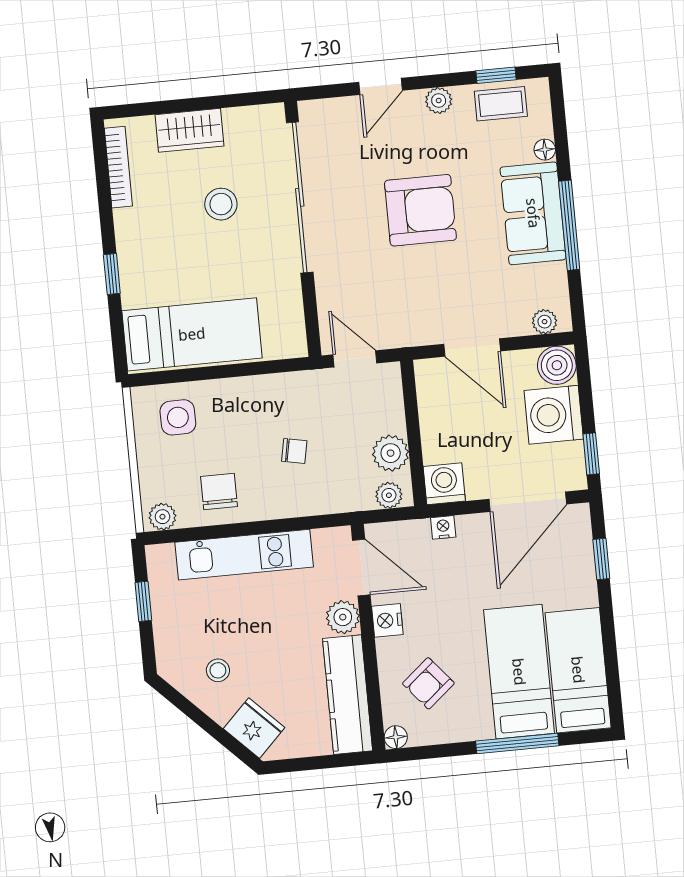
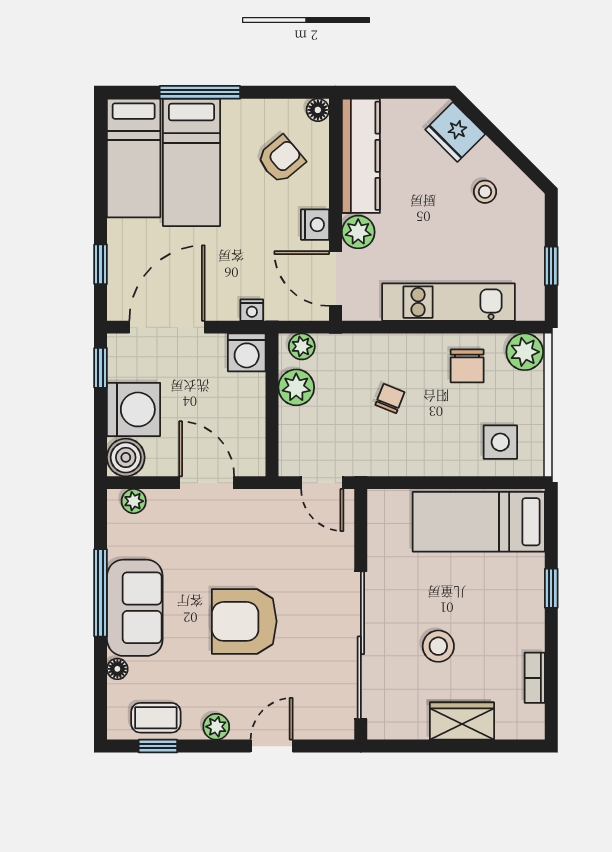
bookcase: (118, 167) -> (535, 678), width x0.64
chair: (294, 451) -> (390, 398), turned 101
plant: (162, 517) -> (525, 352), width x1.38, depth x1.38

